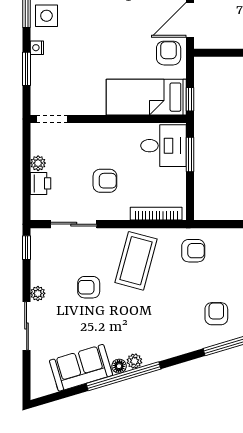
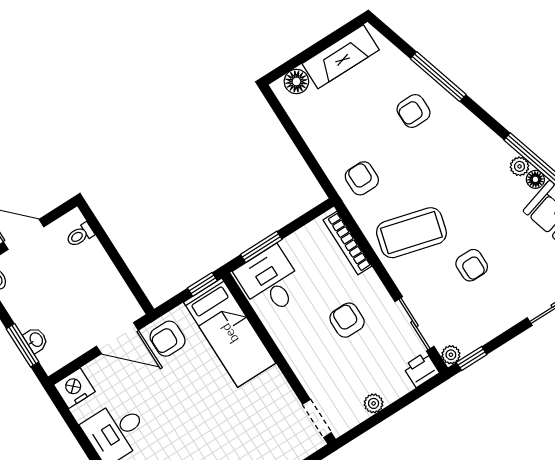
printer: (40, 183) -> (421, 370), moved
plant: (38, 293) -> (451, 355), moved

